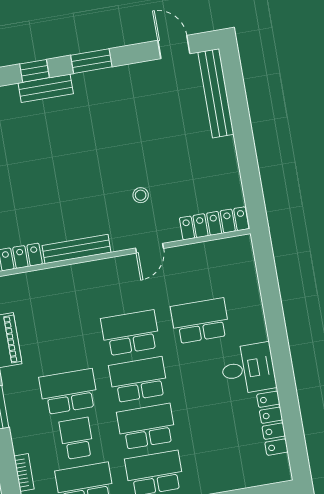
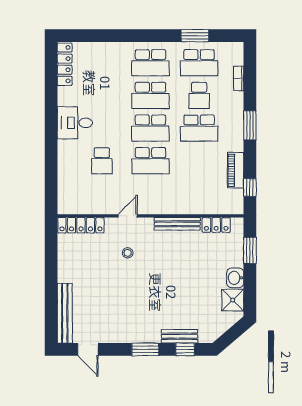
school desk: (200, 321) -> (102, 161), width x0.54
locker: (272, 423) -> (65, 64), moved

